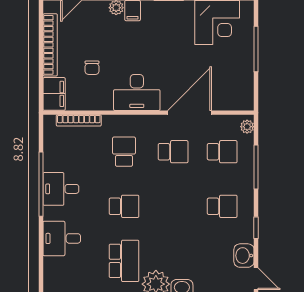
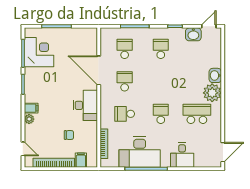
filing cabinet: (54, 94) -> (81, 160), width x0.50
plant: (247, 127) -> (108, 32), removed
desk: (61, 189) -> (140, 152), width x1.87, depth x1.30

